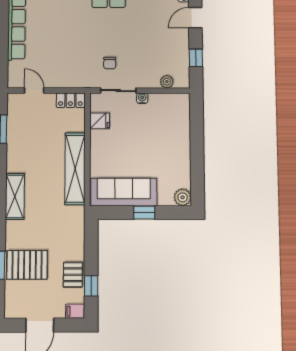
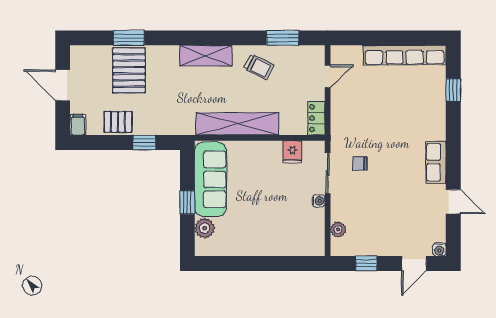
door: (195, 18) -> (414, 263), swing flipped
trolley: (25, 150) -> (259, 67), added
plant: (183, 197) -> (205, 228), moved
window: (91, 286) -> (144, 142), moved

